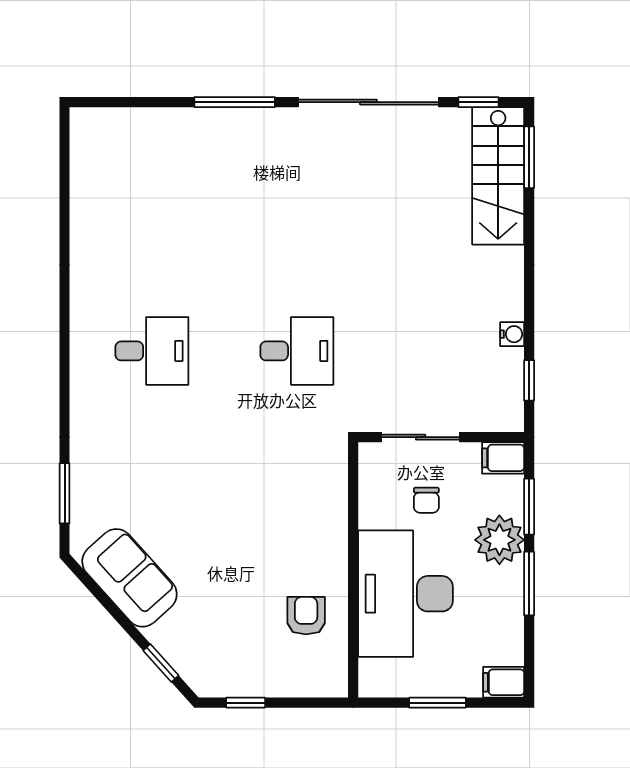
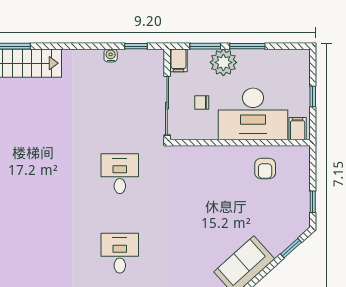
sliding door: (421, 437) -> (167, 106), width x1.37
chair: (426, 500) -> (202, 103), turned 180
armchair: (306, 616) -> (265, 169), turned -90
filing cabinet: (504, 682) -> (298, 129), moved, turned 180
window: (437, 703) -> (313, 96), width x0.67

